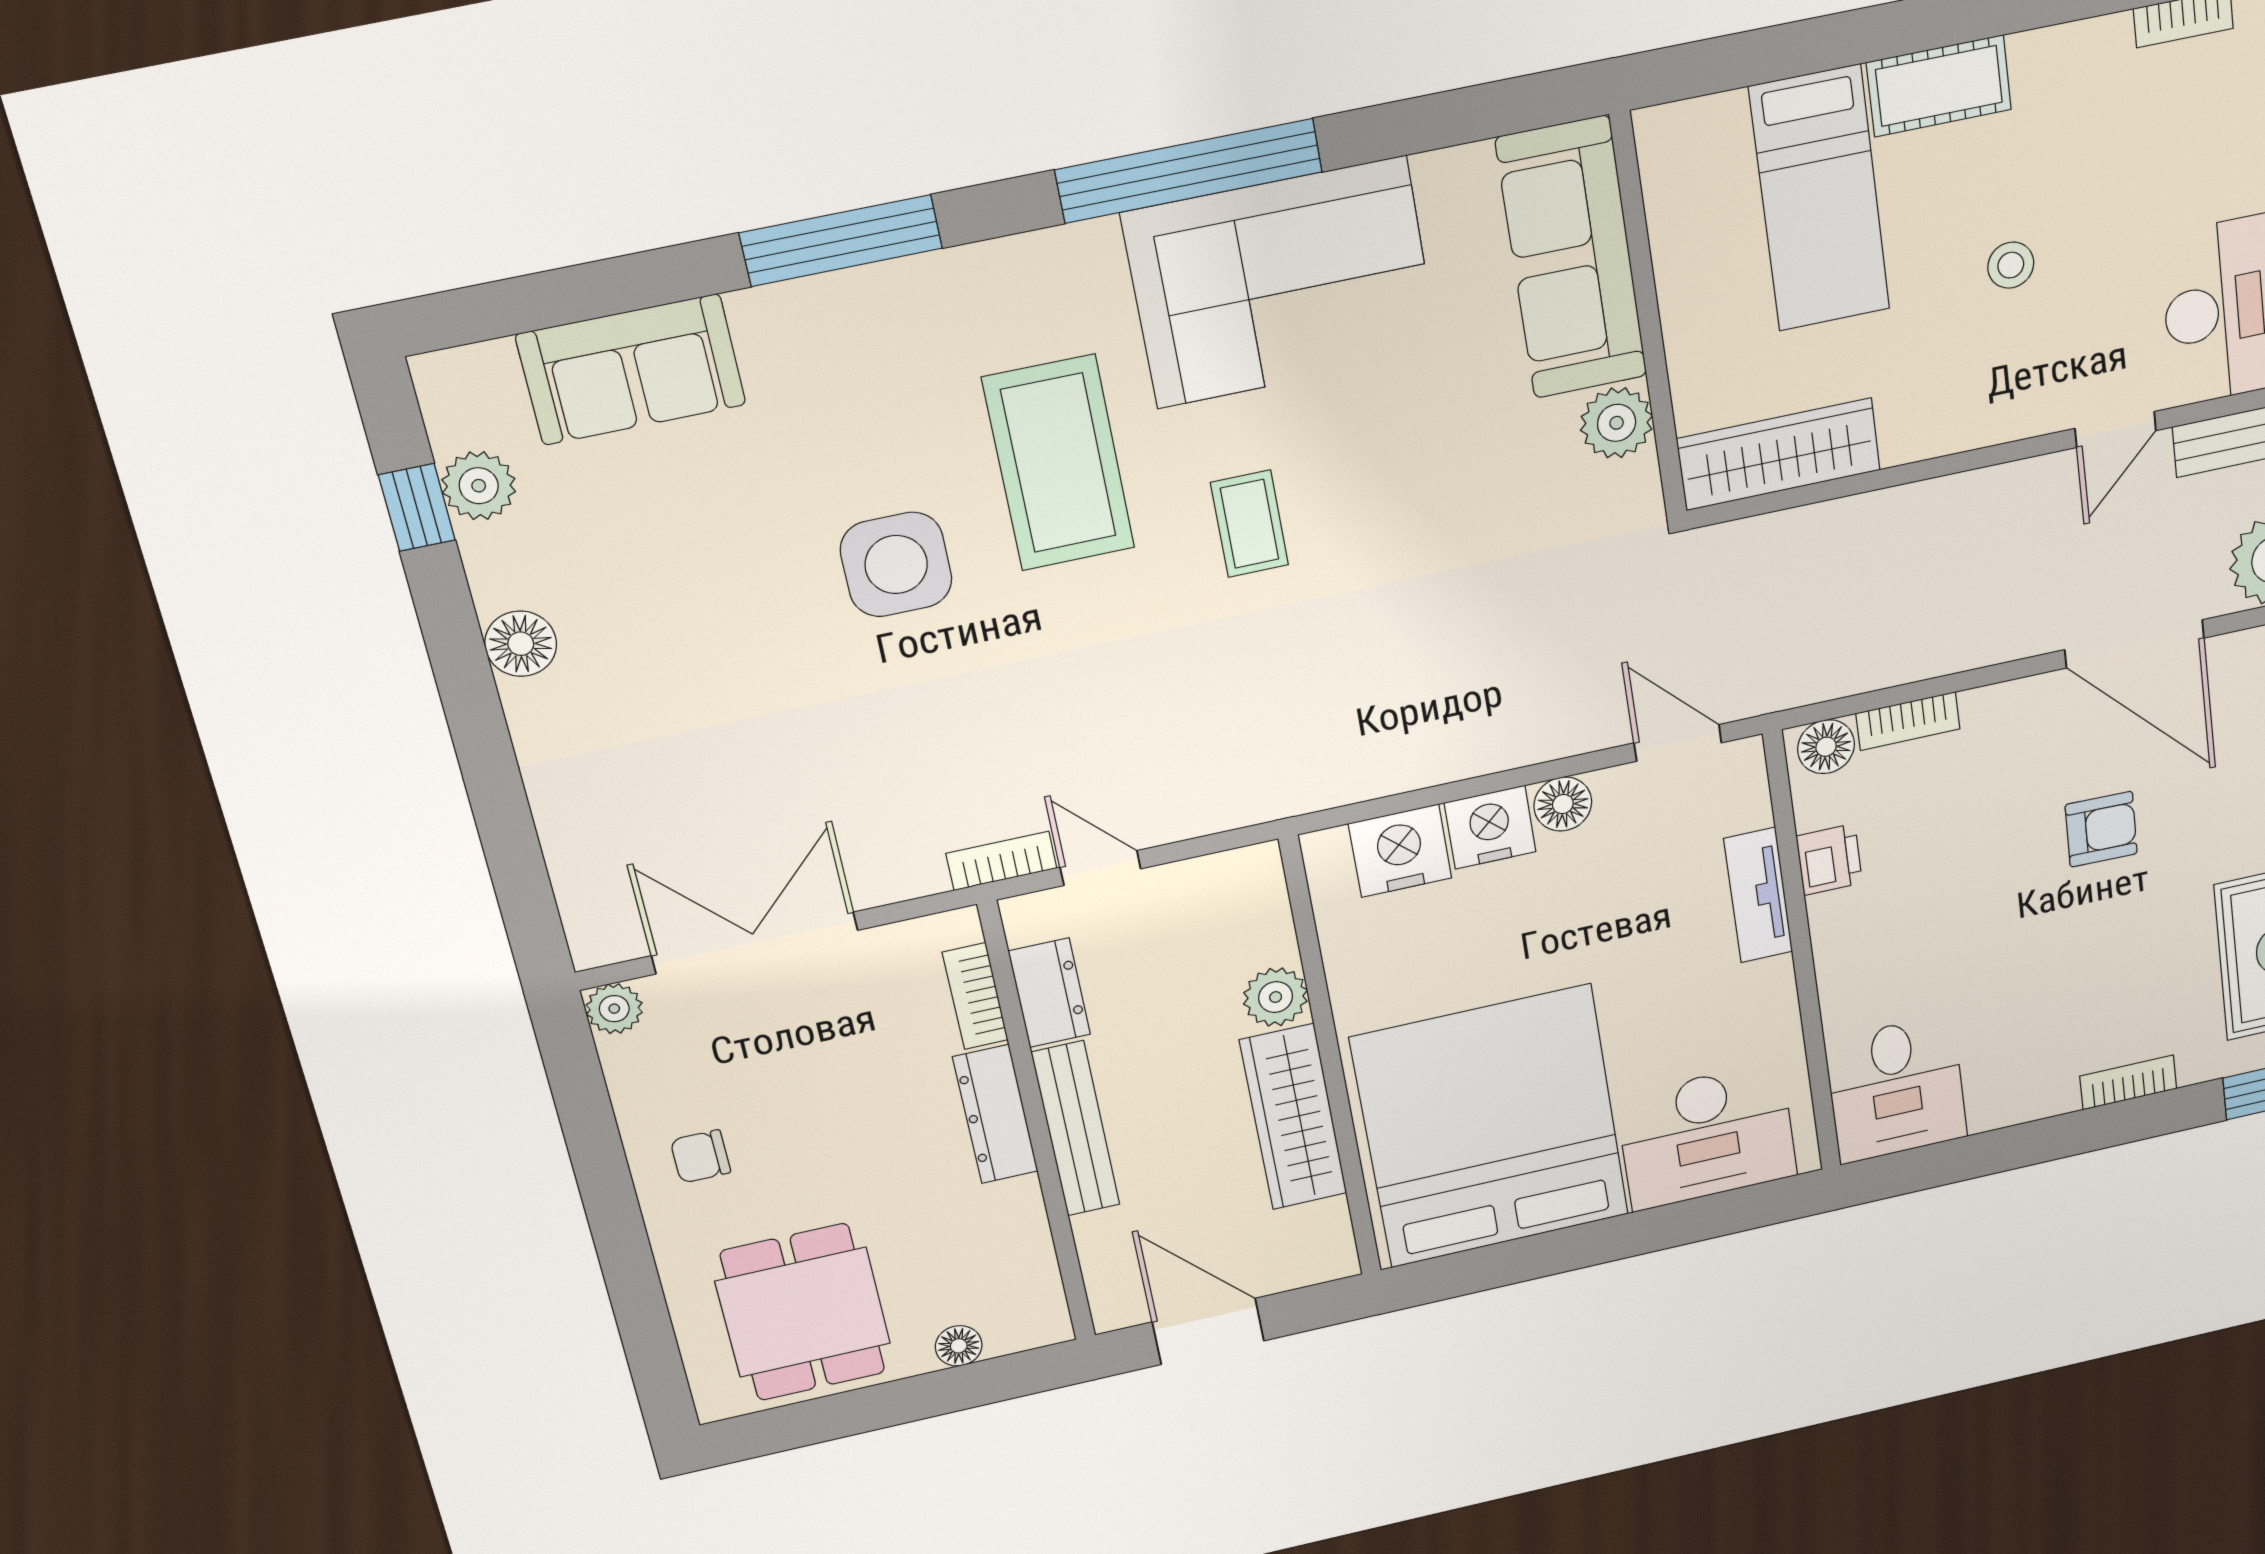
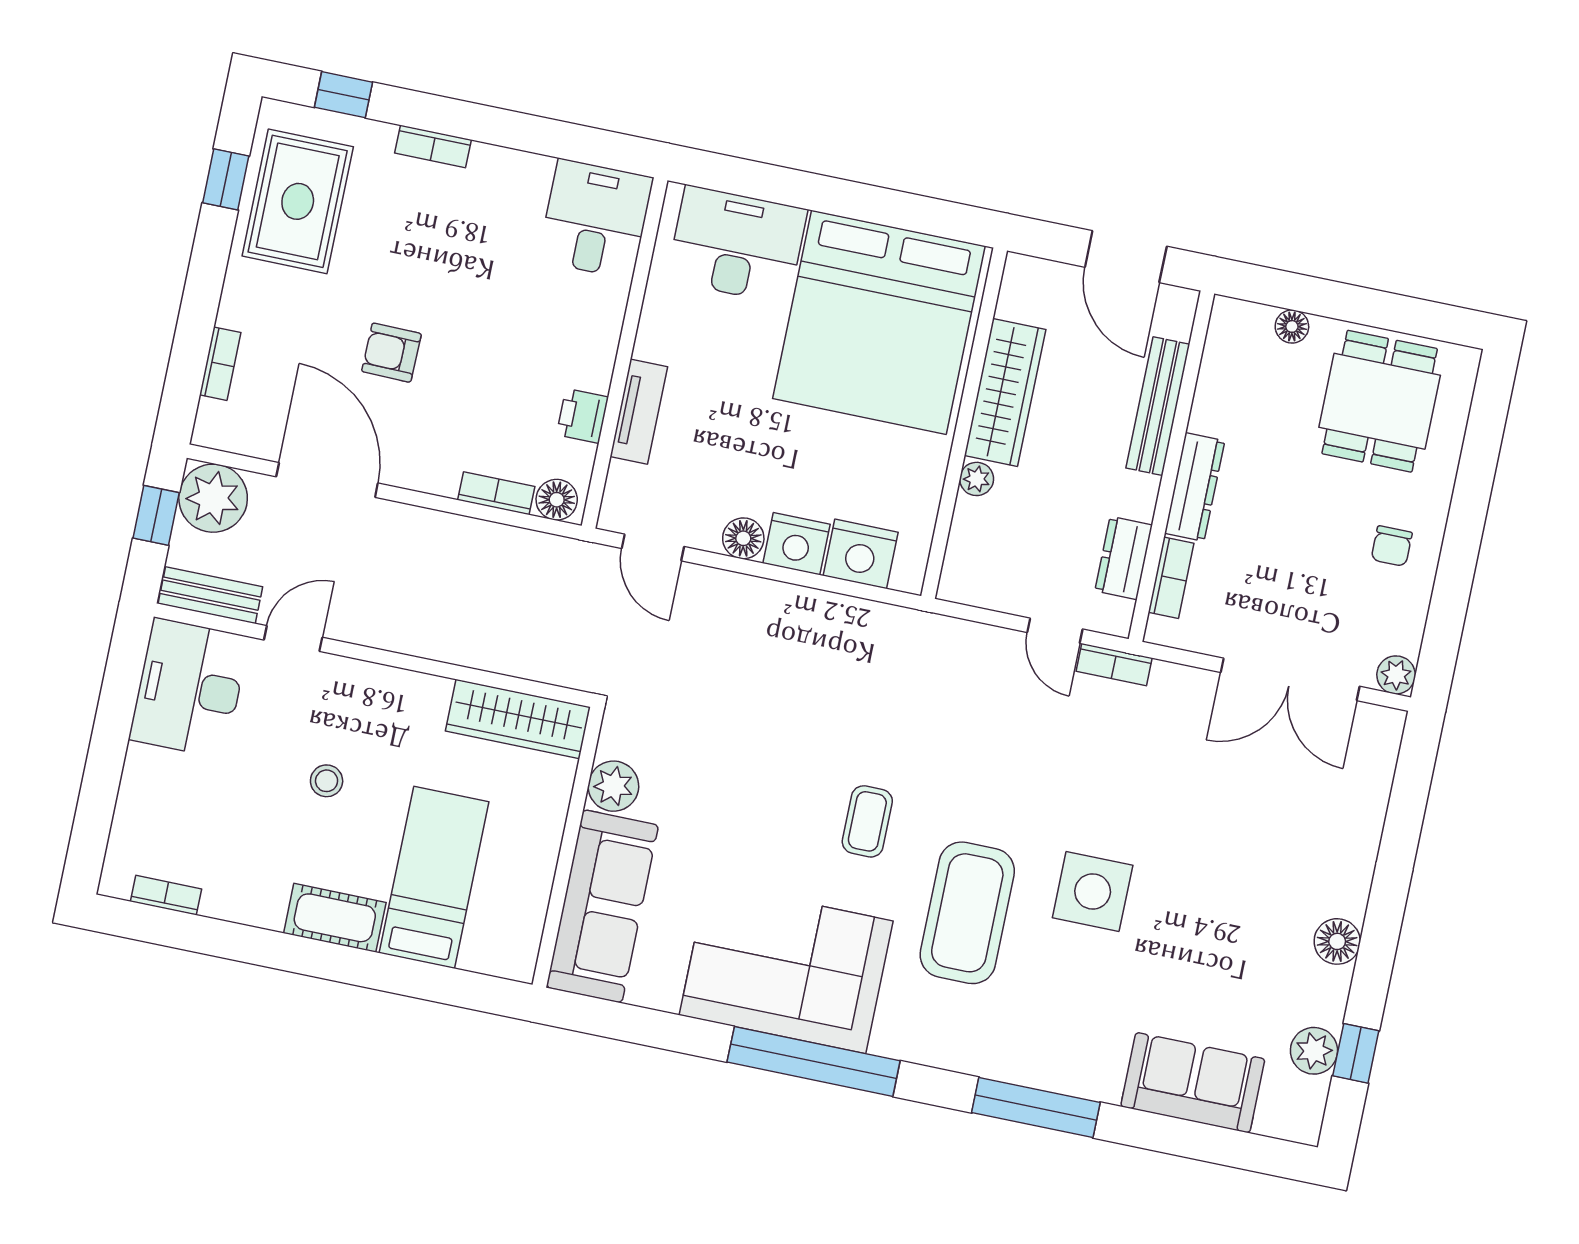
plant: (1276, 997) -> (977, 479), width x0.73, depth x0.73
bench: (1076, 1129) -> (1158, 406), moved
chair: (700, 1156) -> (1392, 546), turned 90

